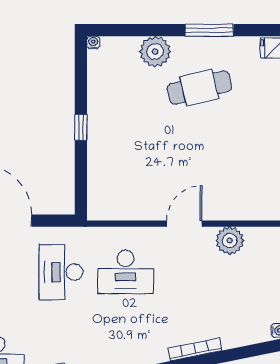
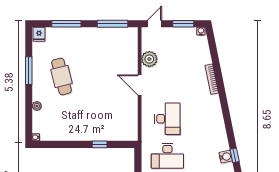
plant: (155, 52) -> (37, 106), width x0.53, depth x0.53
window: (81, 127) -> (100, 144), moved

